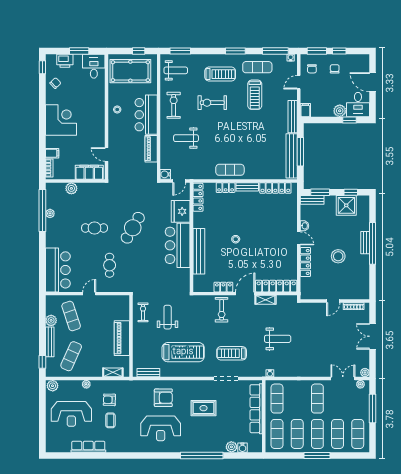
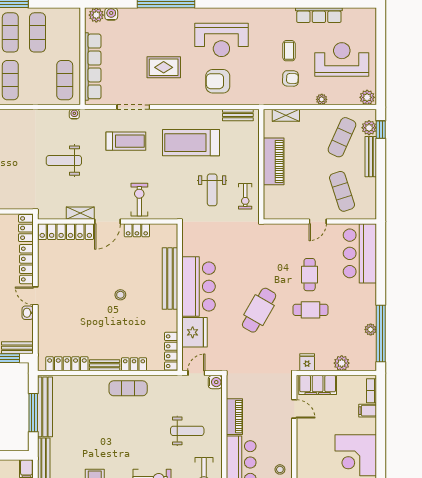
fridge: (97, 189) -> (307, 362), added
cafe table: (110, 265) -> (310, 275), moved
locker: (306, 289) -> (26, 228), added
plant: (51, 320) -> (369, 128), moved
reception desk: (161, 428) -> (221, 40), turned 180
exercise mat: (277, 434) -> (65, 32), removed
plant: (231, 447) -> (96, 15), moved

